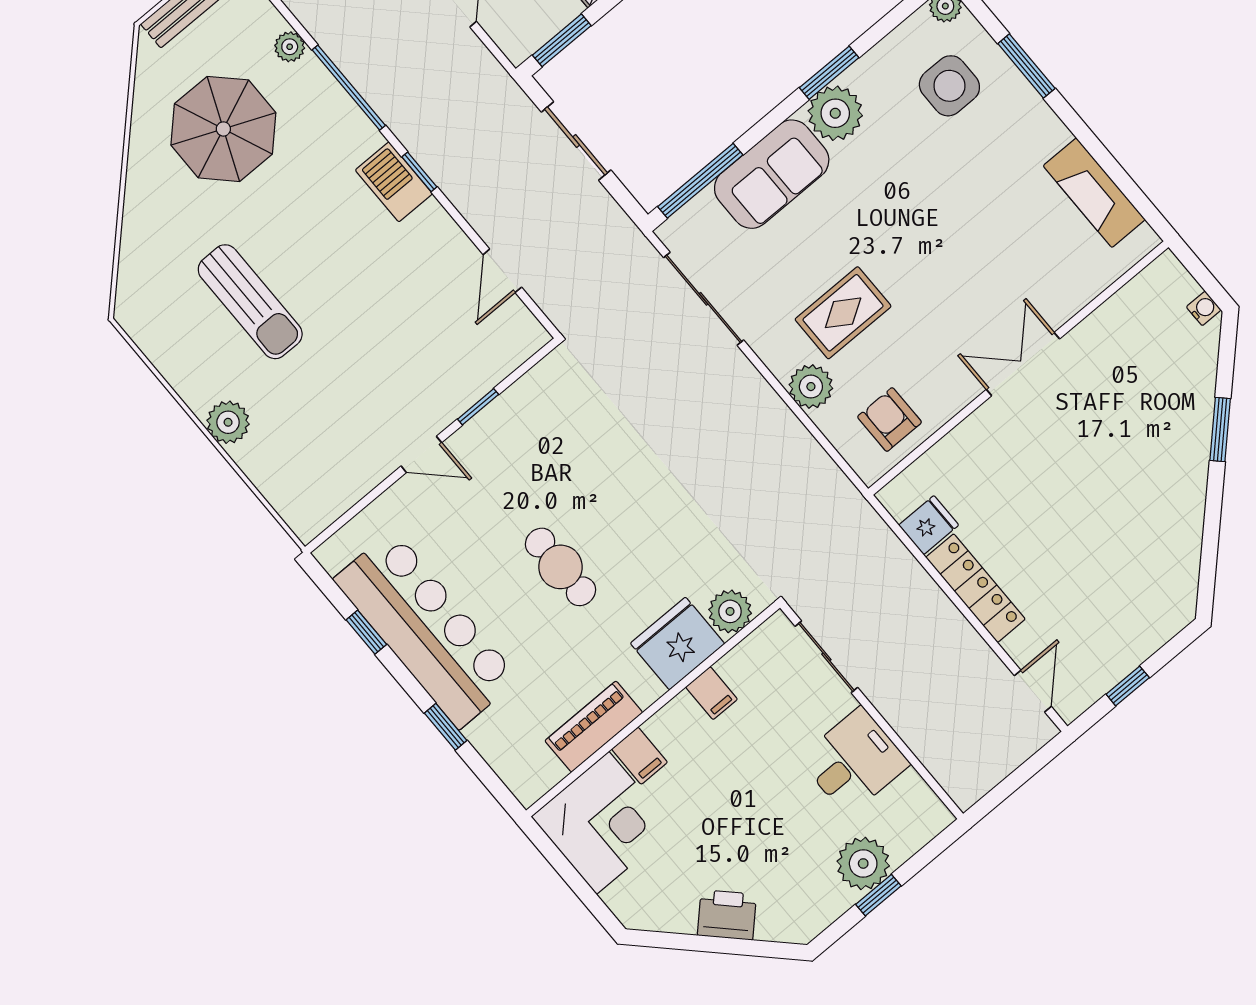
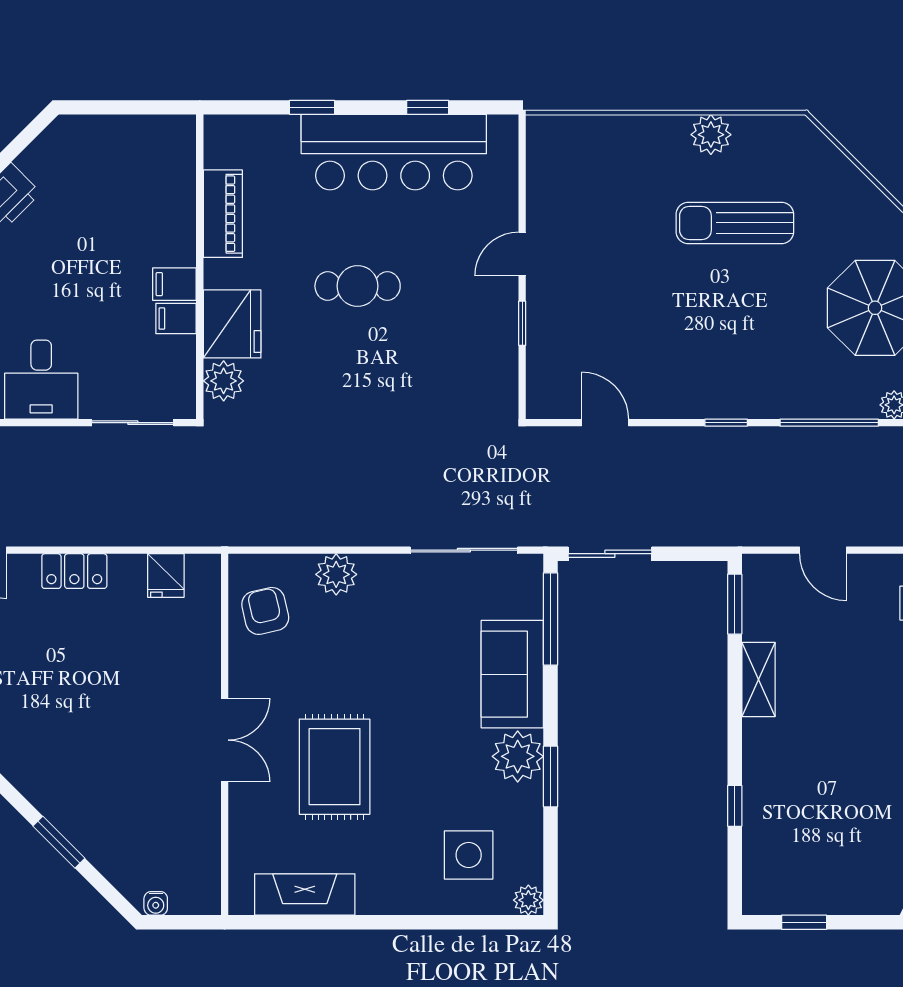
window: (1026, 66) -> (437, 922), removed
sliding door: (576, 141) -> (610, 554), moved
barbecue: (394, 182) -> (734, 398), removed
rug: (843, 313) -> (335, 767), moved, width x1.36, depth x1.43
armchair: (890, 420) -> (265, 611), turned -103
plant: (228, 422) -> (711, 135), moved
locker: (975, 588) -> (74, 571), width x0.66
filing cabinet: (640, 756) -> (174, 284), moved
corner desk: (603, 823) -> (149, 162), removed

